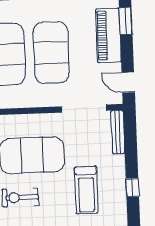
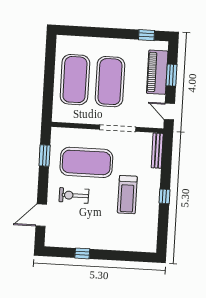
window: (126, 21) -> (171, 75), moved
doorway: (84, 109) -> (118, 128), moved

